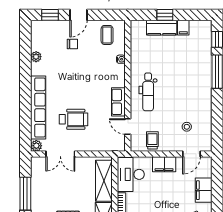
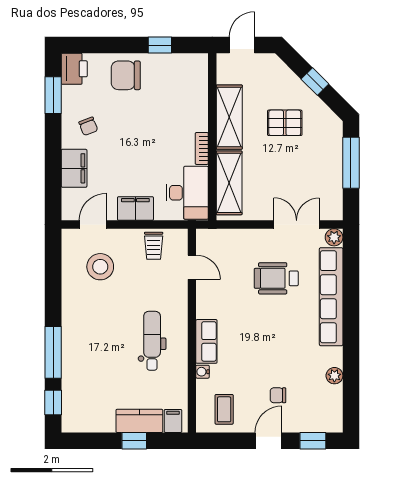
filing cabinet: (183, 28) -> (173, 421), moved
dental chair: (148, 92) -> (152, 341), moved
row of seats: (118, 102) -> (206, 341), moved
stool: (187, 127) -> (100, 267), width x1.89, depth x1.89

